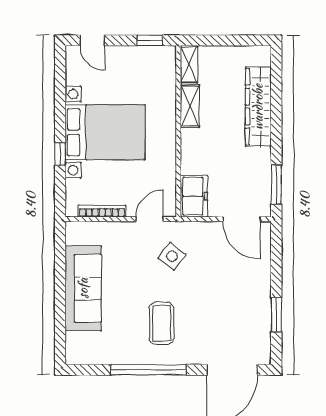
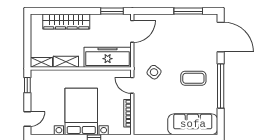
freezer: (194, 196) -> (108, 57), width x1.91, depth x1.26
sofa: (83, 288) -> (193, 124), moved
window: (276, 315) -> (188, 11), width x1.44

